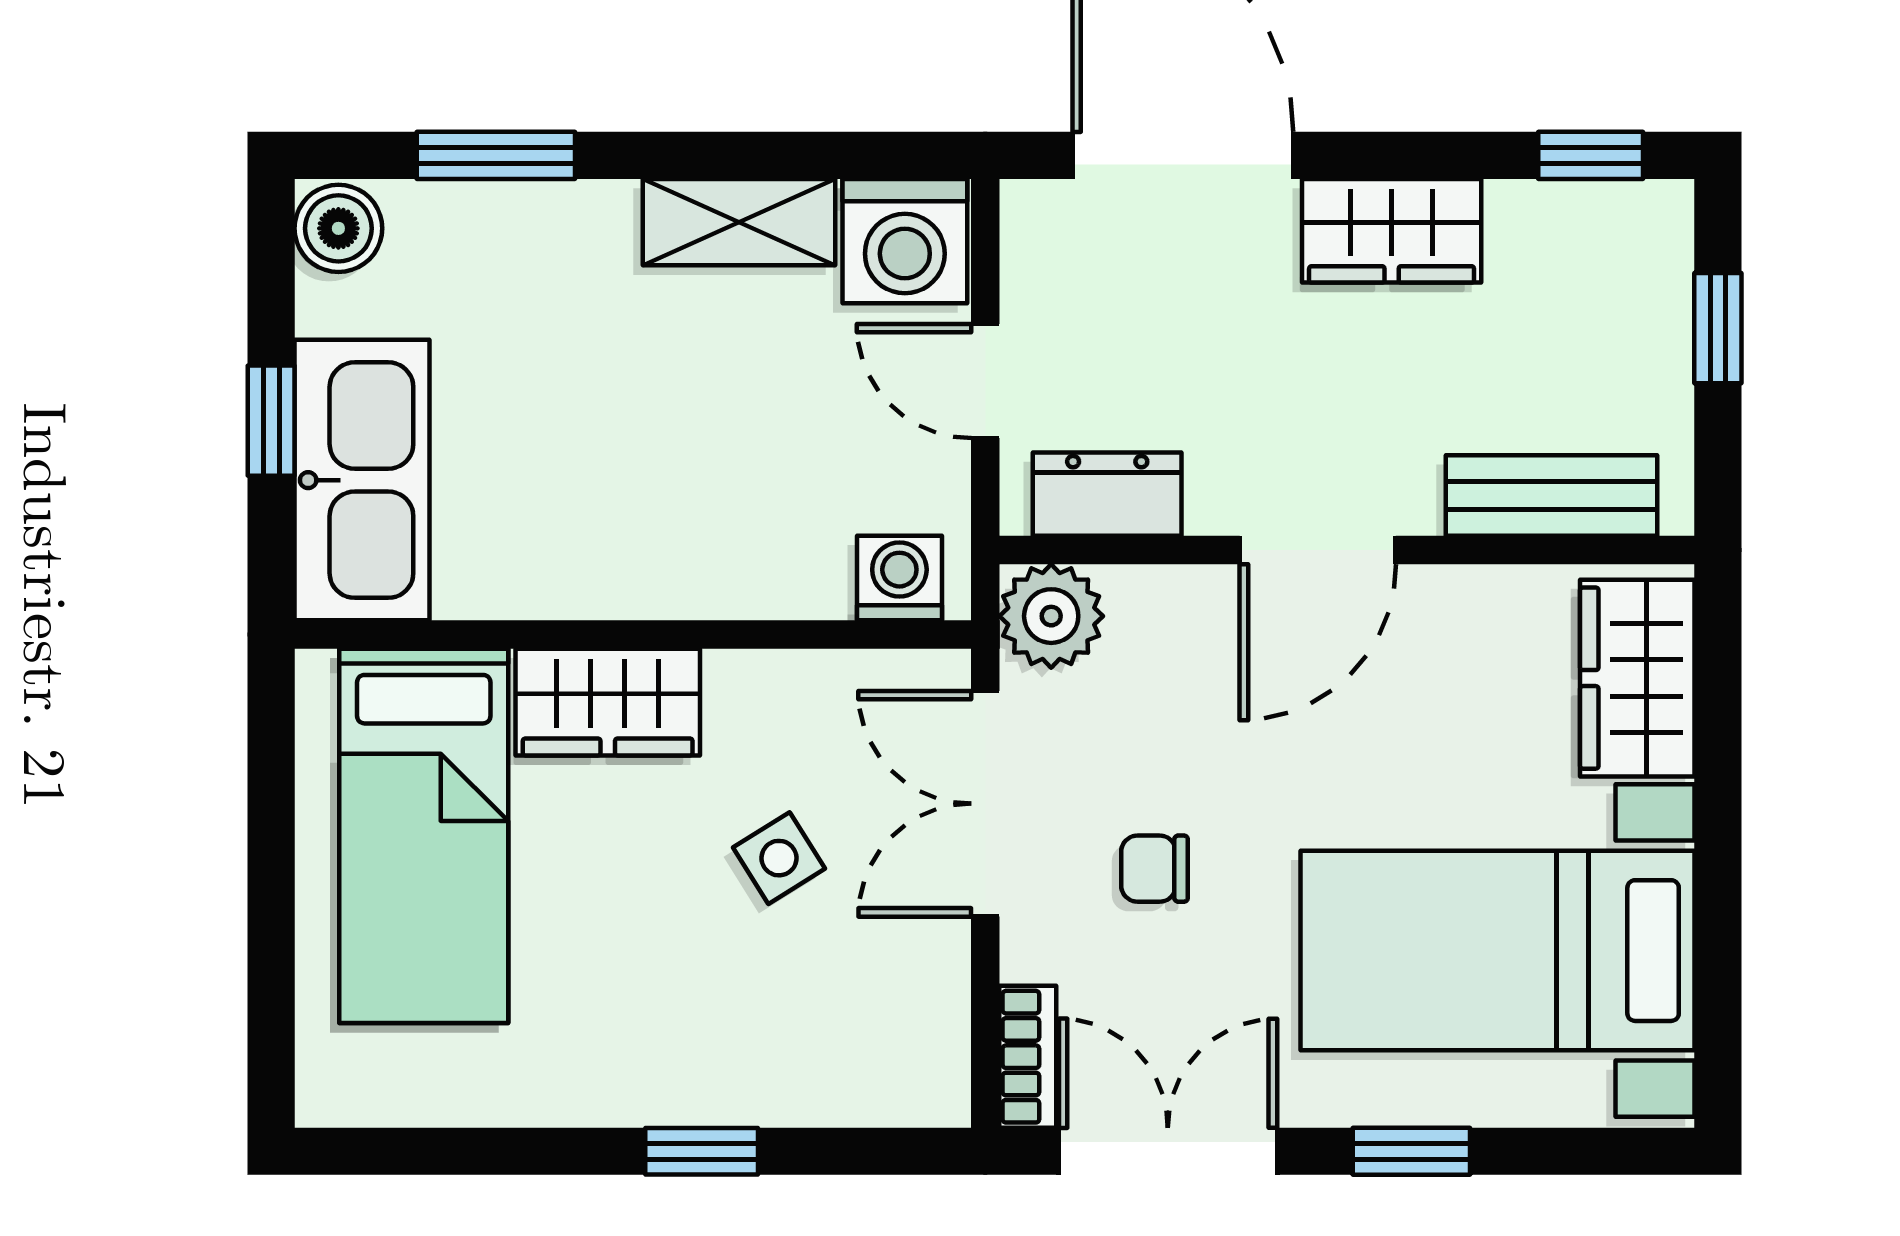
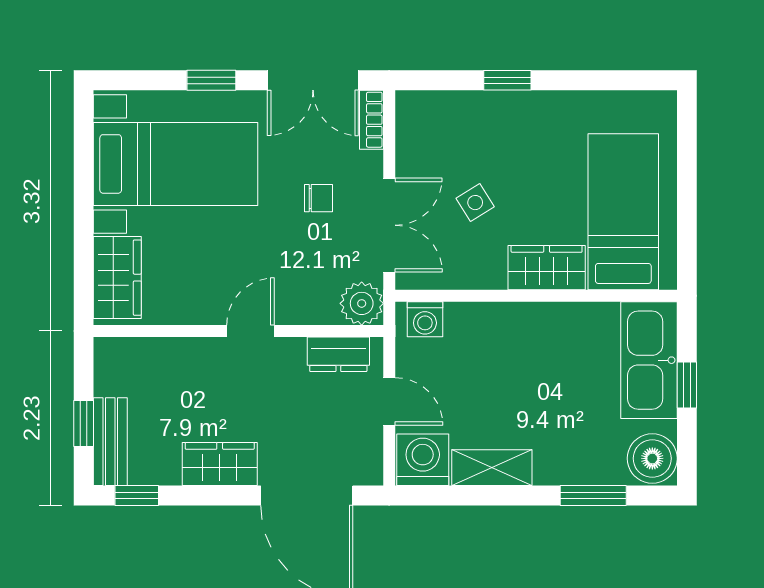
boiler: (338, 228) -> (652, 458), width x1.36, depth x1.36
bench: (1551, 496) -> (110, 442), moved, turned 90
door: (1318, 550) -> (251, 331), width x0.73

